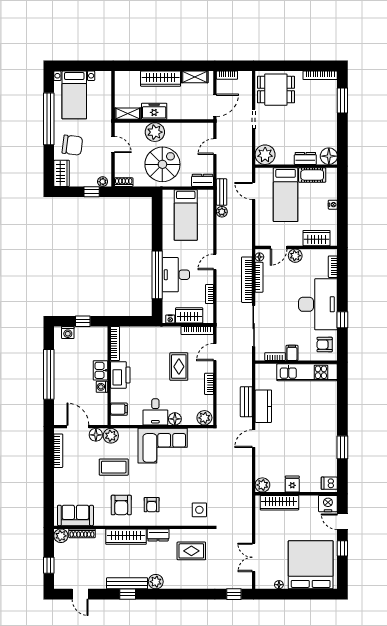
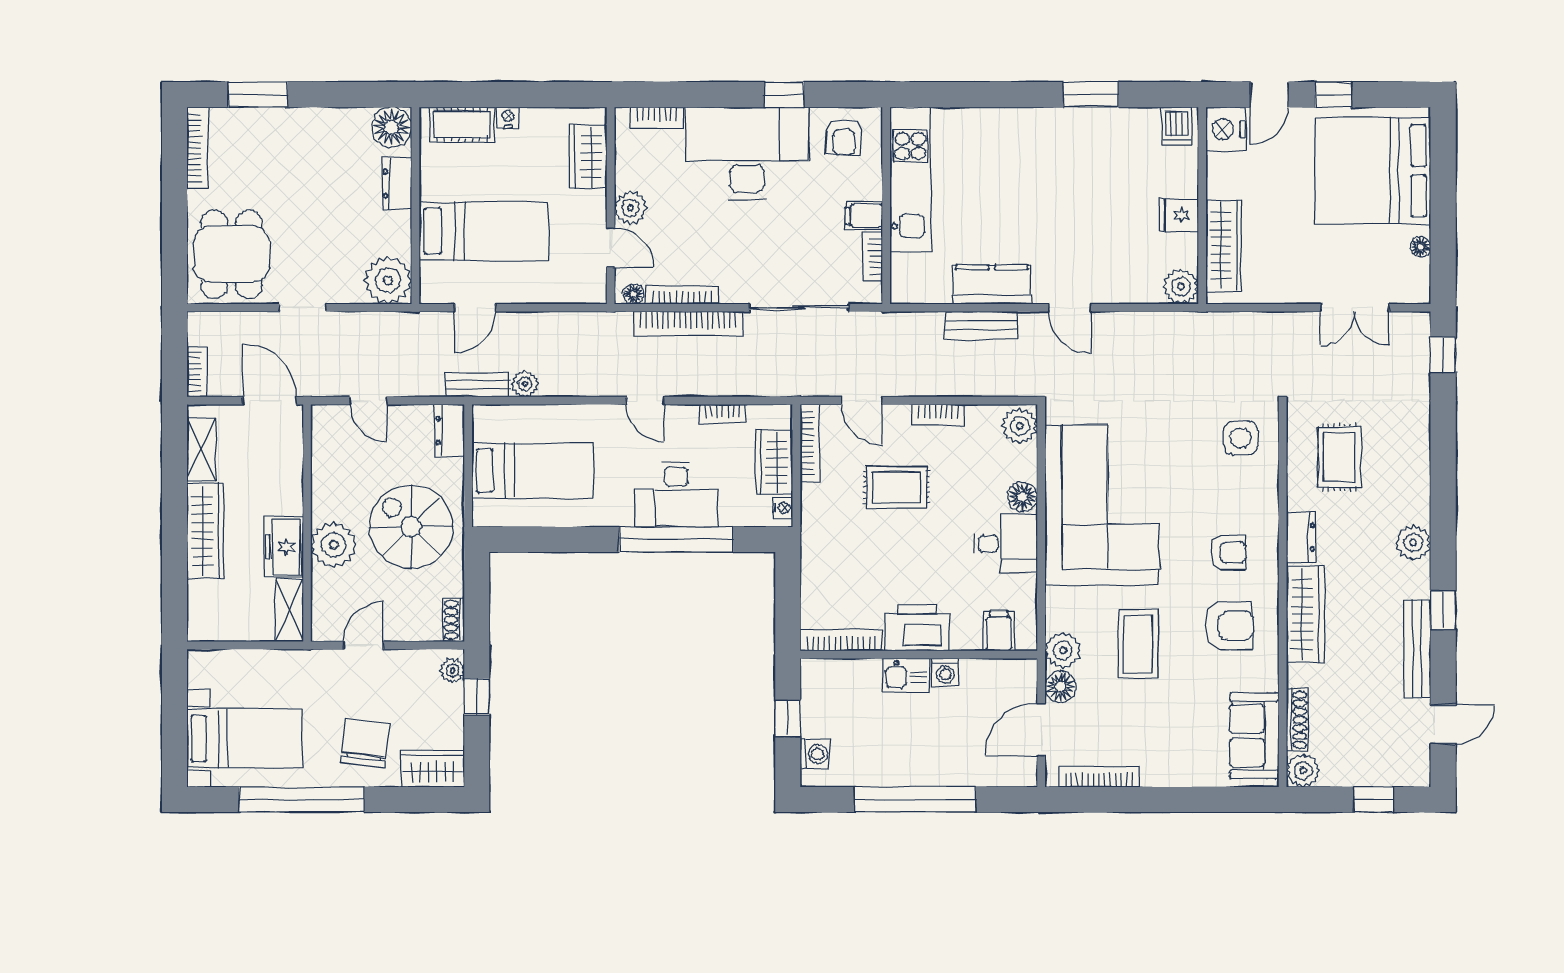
cot: (312, 175) -> (462, 125), moved, turned 90
corner sofa: (163, 446) -> (1102, 505), width x1.36, depth x1.36
bench: (127, 583) -> (1417, 649), moved

